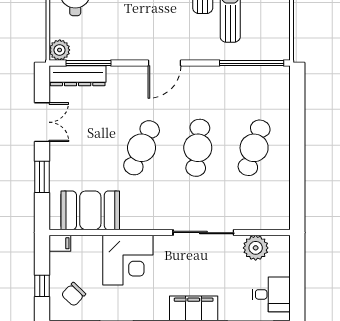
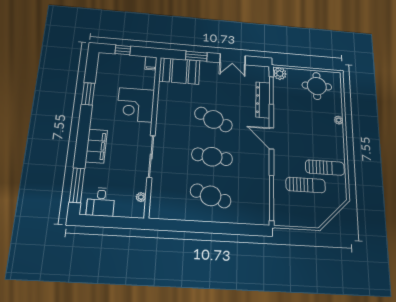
dresser: (78, 76) -> (263, 100), moved
booth: (90, 210) -> (179, 71), moved, turned 90
plant: (256, 248) -> (141, 197), width x0.53, depth x0.53
chair: (74, 294) -> (115, 69), removed

